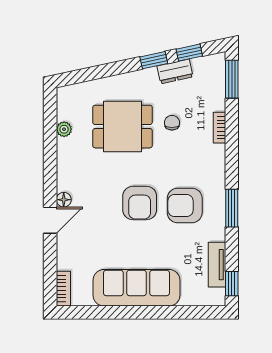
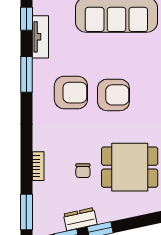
armchair: (140, 203) -> (113, 95), turned 90
window: (232, 208) -> (26, 74), moved

